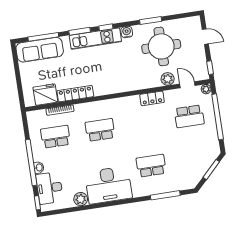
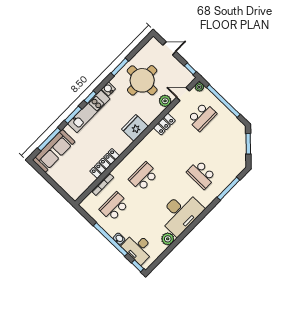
fridge: (45, 95) -> (135, 128), moved
school desk: (151, 166) -> (201, 175), turned -90

